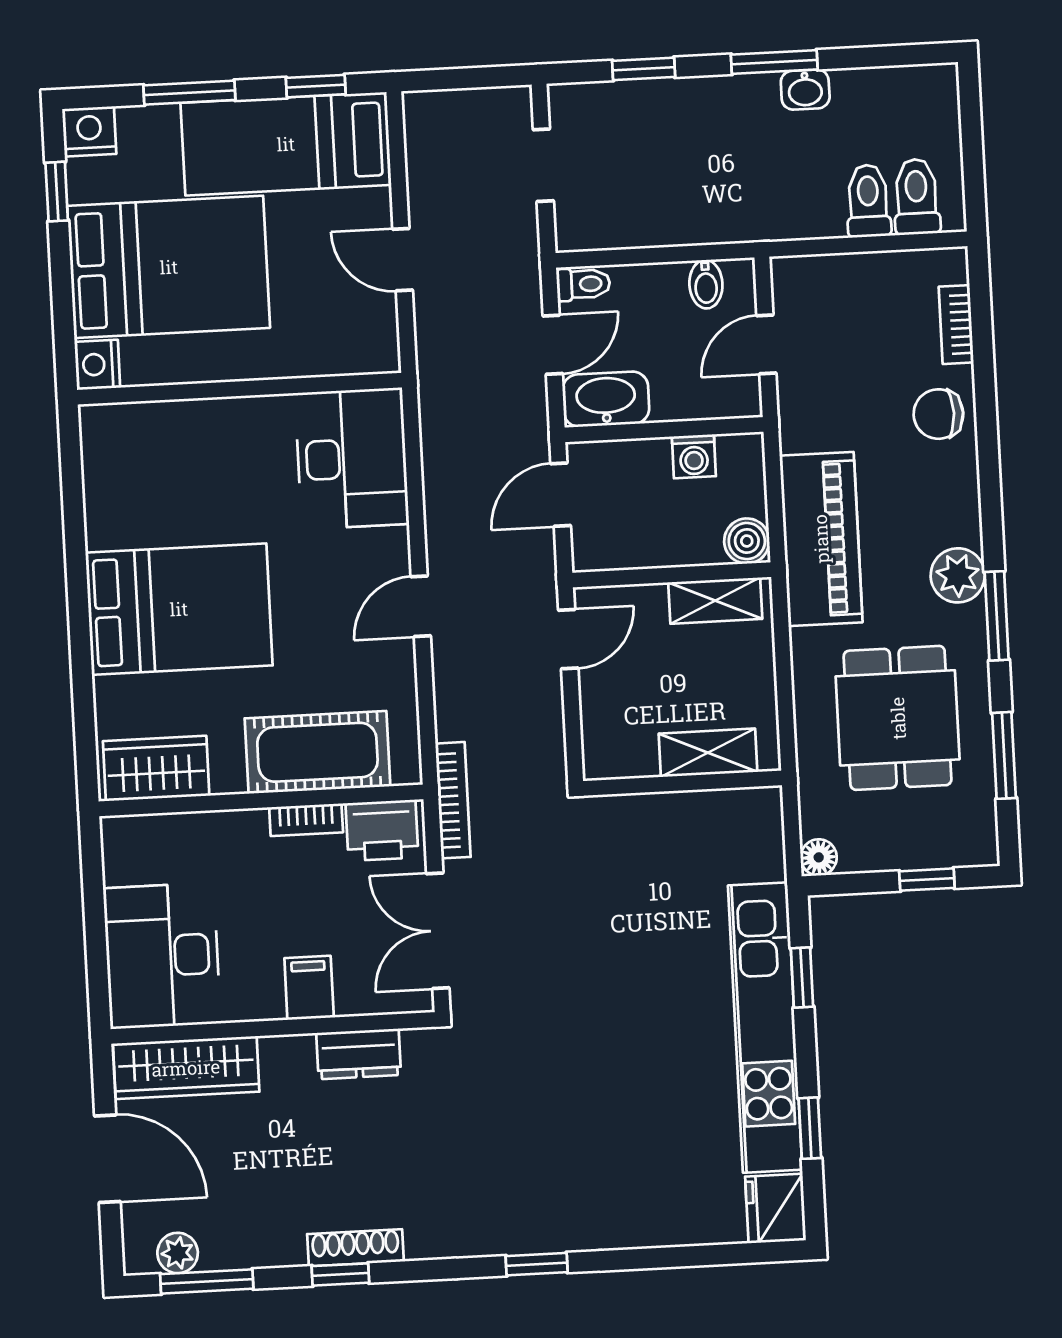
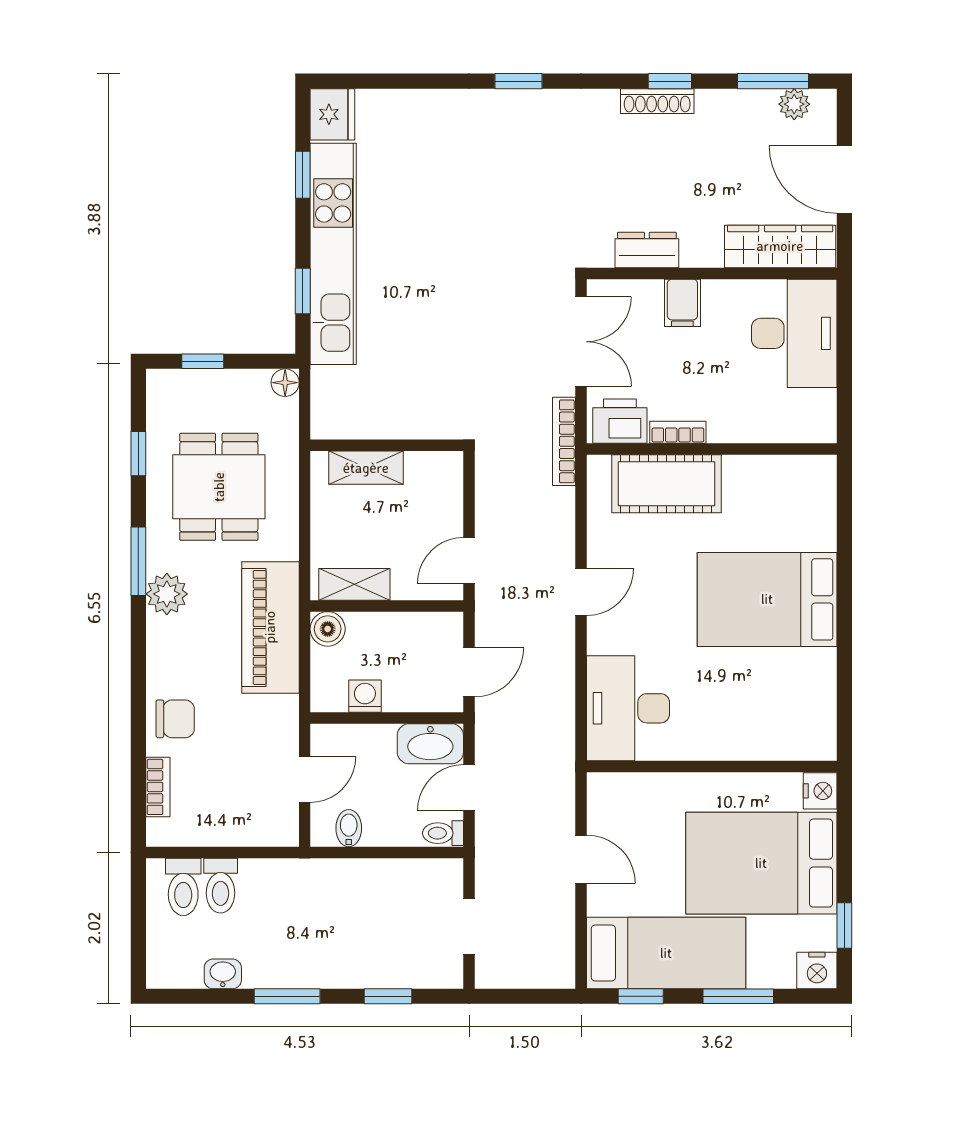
washbasin: (805, 90) -> (223, 974), moved
window: (1004, 755) -> (138, 454), width x0.67
wardrobe: (156, 768) -> (791, 478), removed

